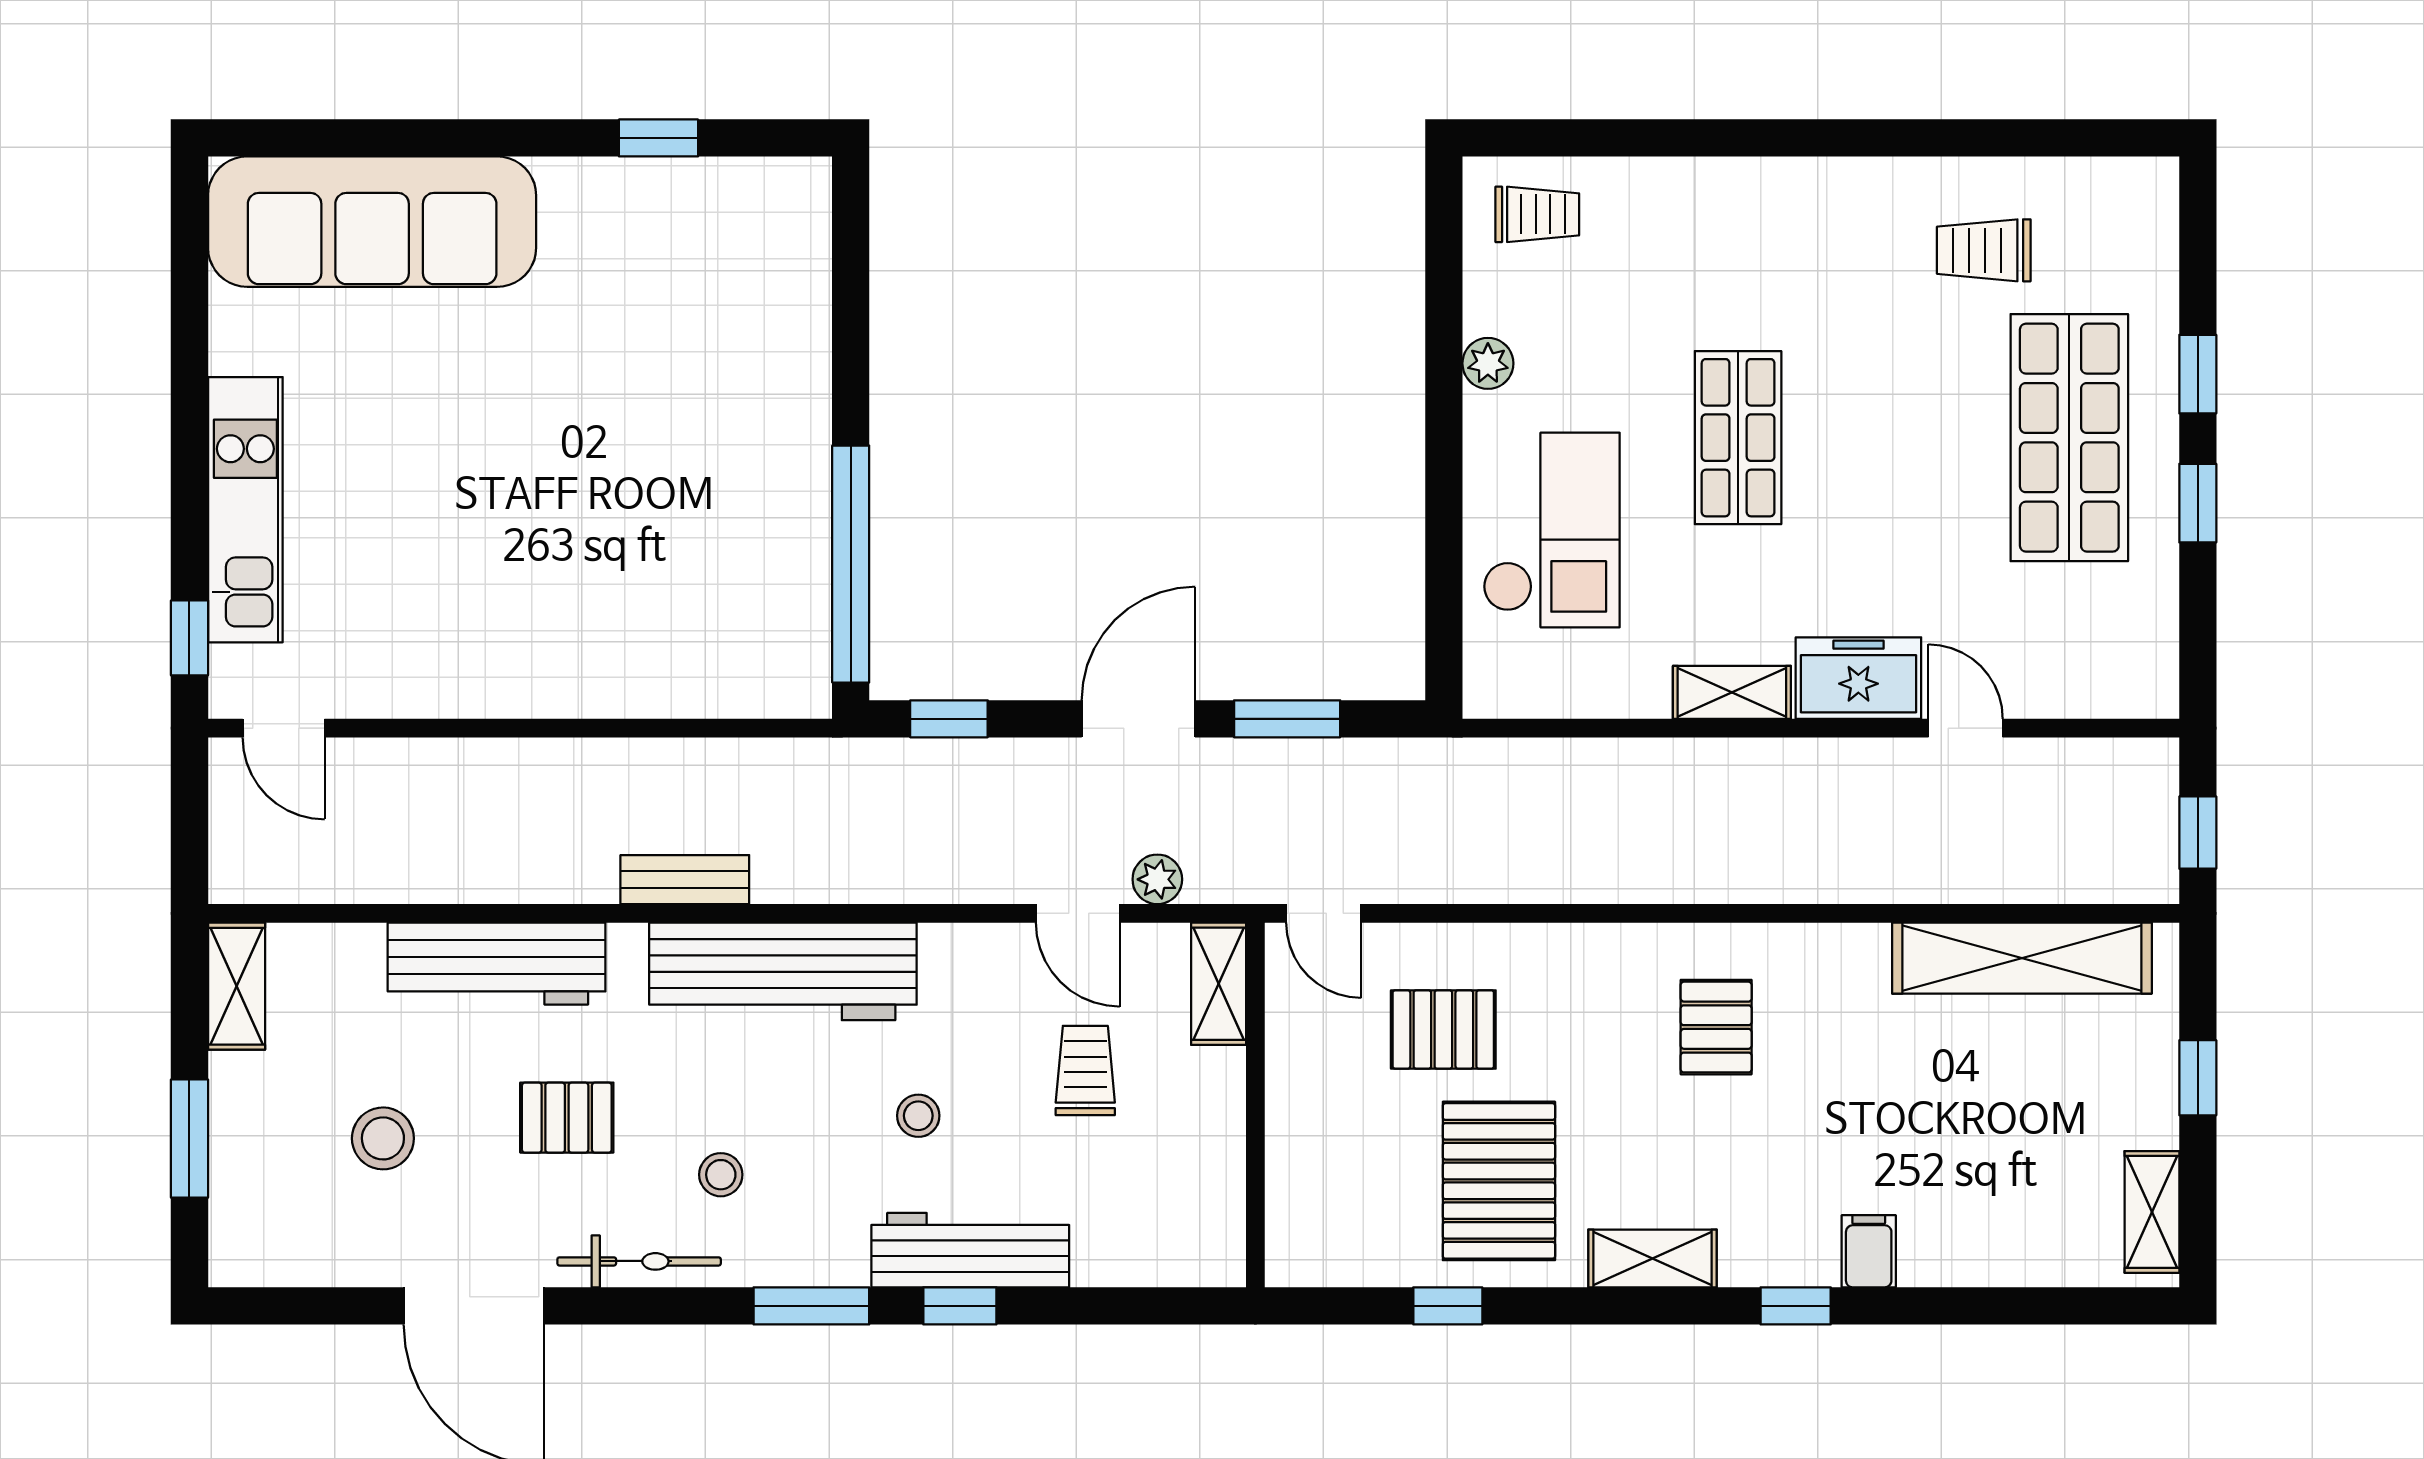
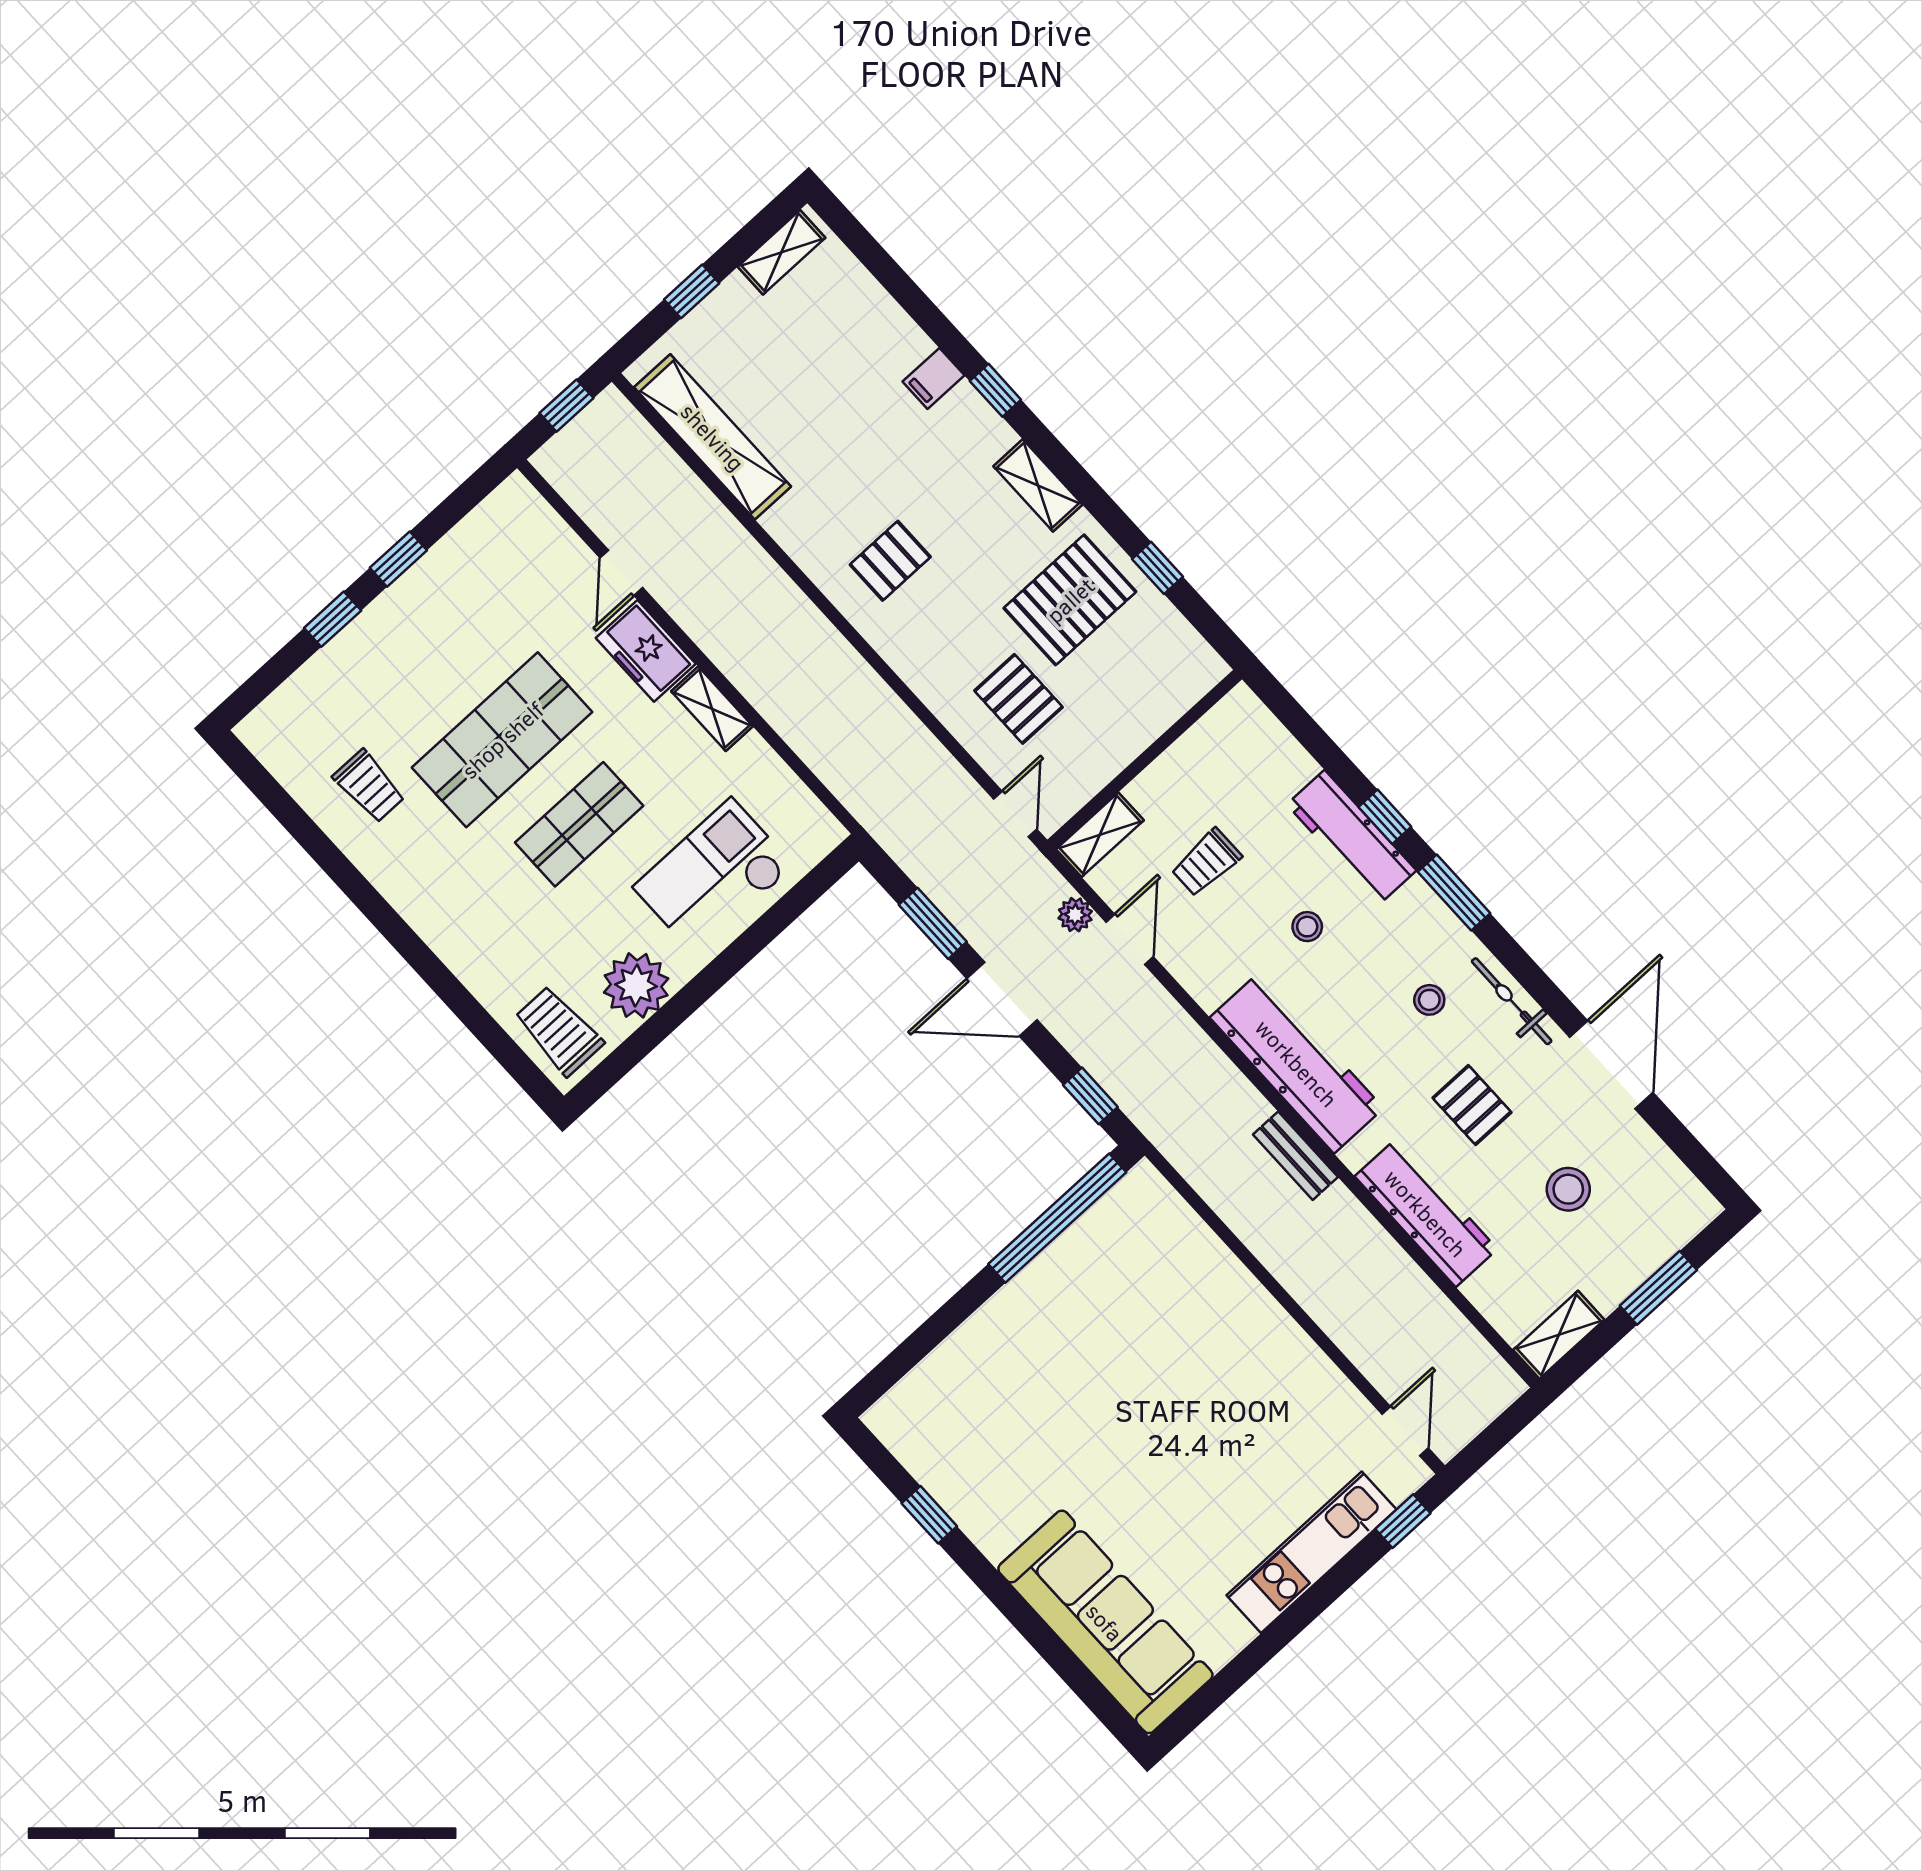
trolley: (1537, 214) -> (559, 1031), width x1.36, depth x1.39
plant: (1488, 363) -> (636, 985), width x1.88, depth x1.88
shop shelf: (2069, 438) -> (502, 740), moved

